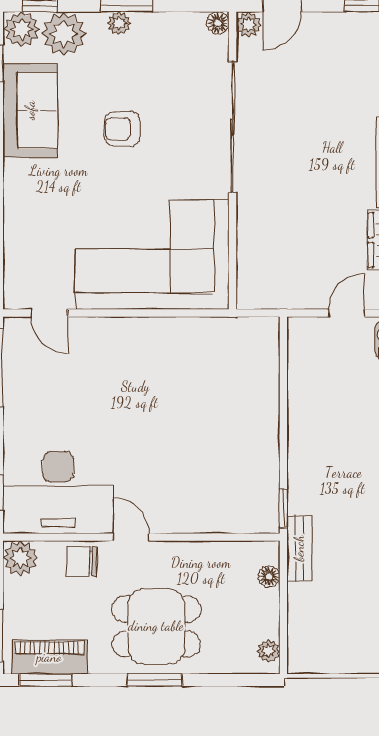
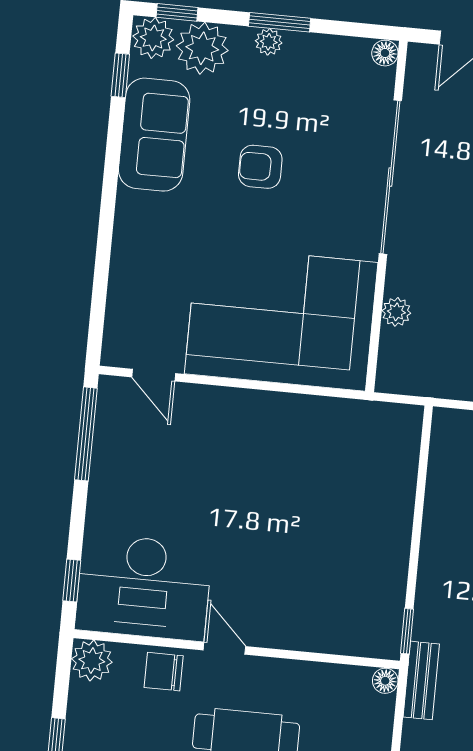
plant: (248, 25) -> (396, 312), moved
floor lamp: (269, 576) -> (385, 681), moved

